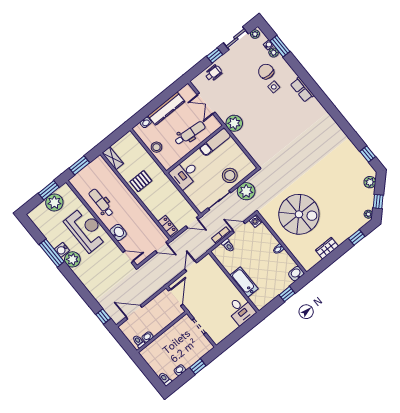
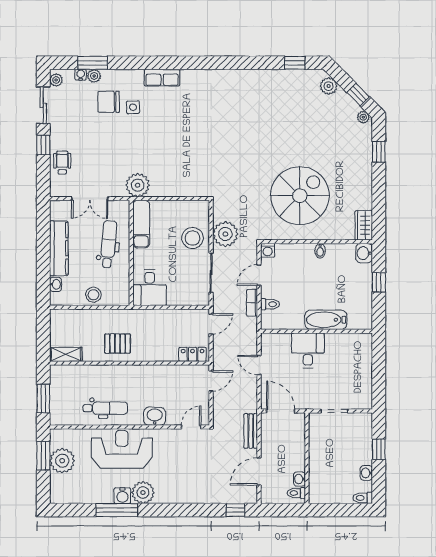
pallet: (141, 181) -> (118, 344), turned 90
dental chair: (101, 203) -> (105, 408), turned 180
wardrobe: (327, 248) -> (364, 225), moved
bench: (152, 290) -> (251, 431), added
desk: (241, 310) -> (308, 350), moved, turned -90

